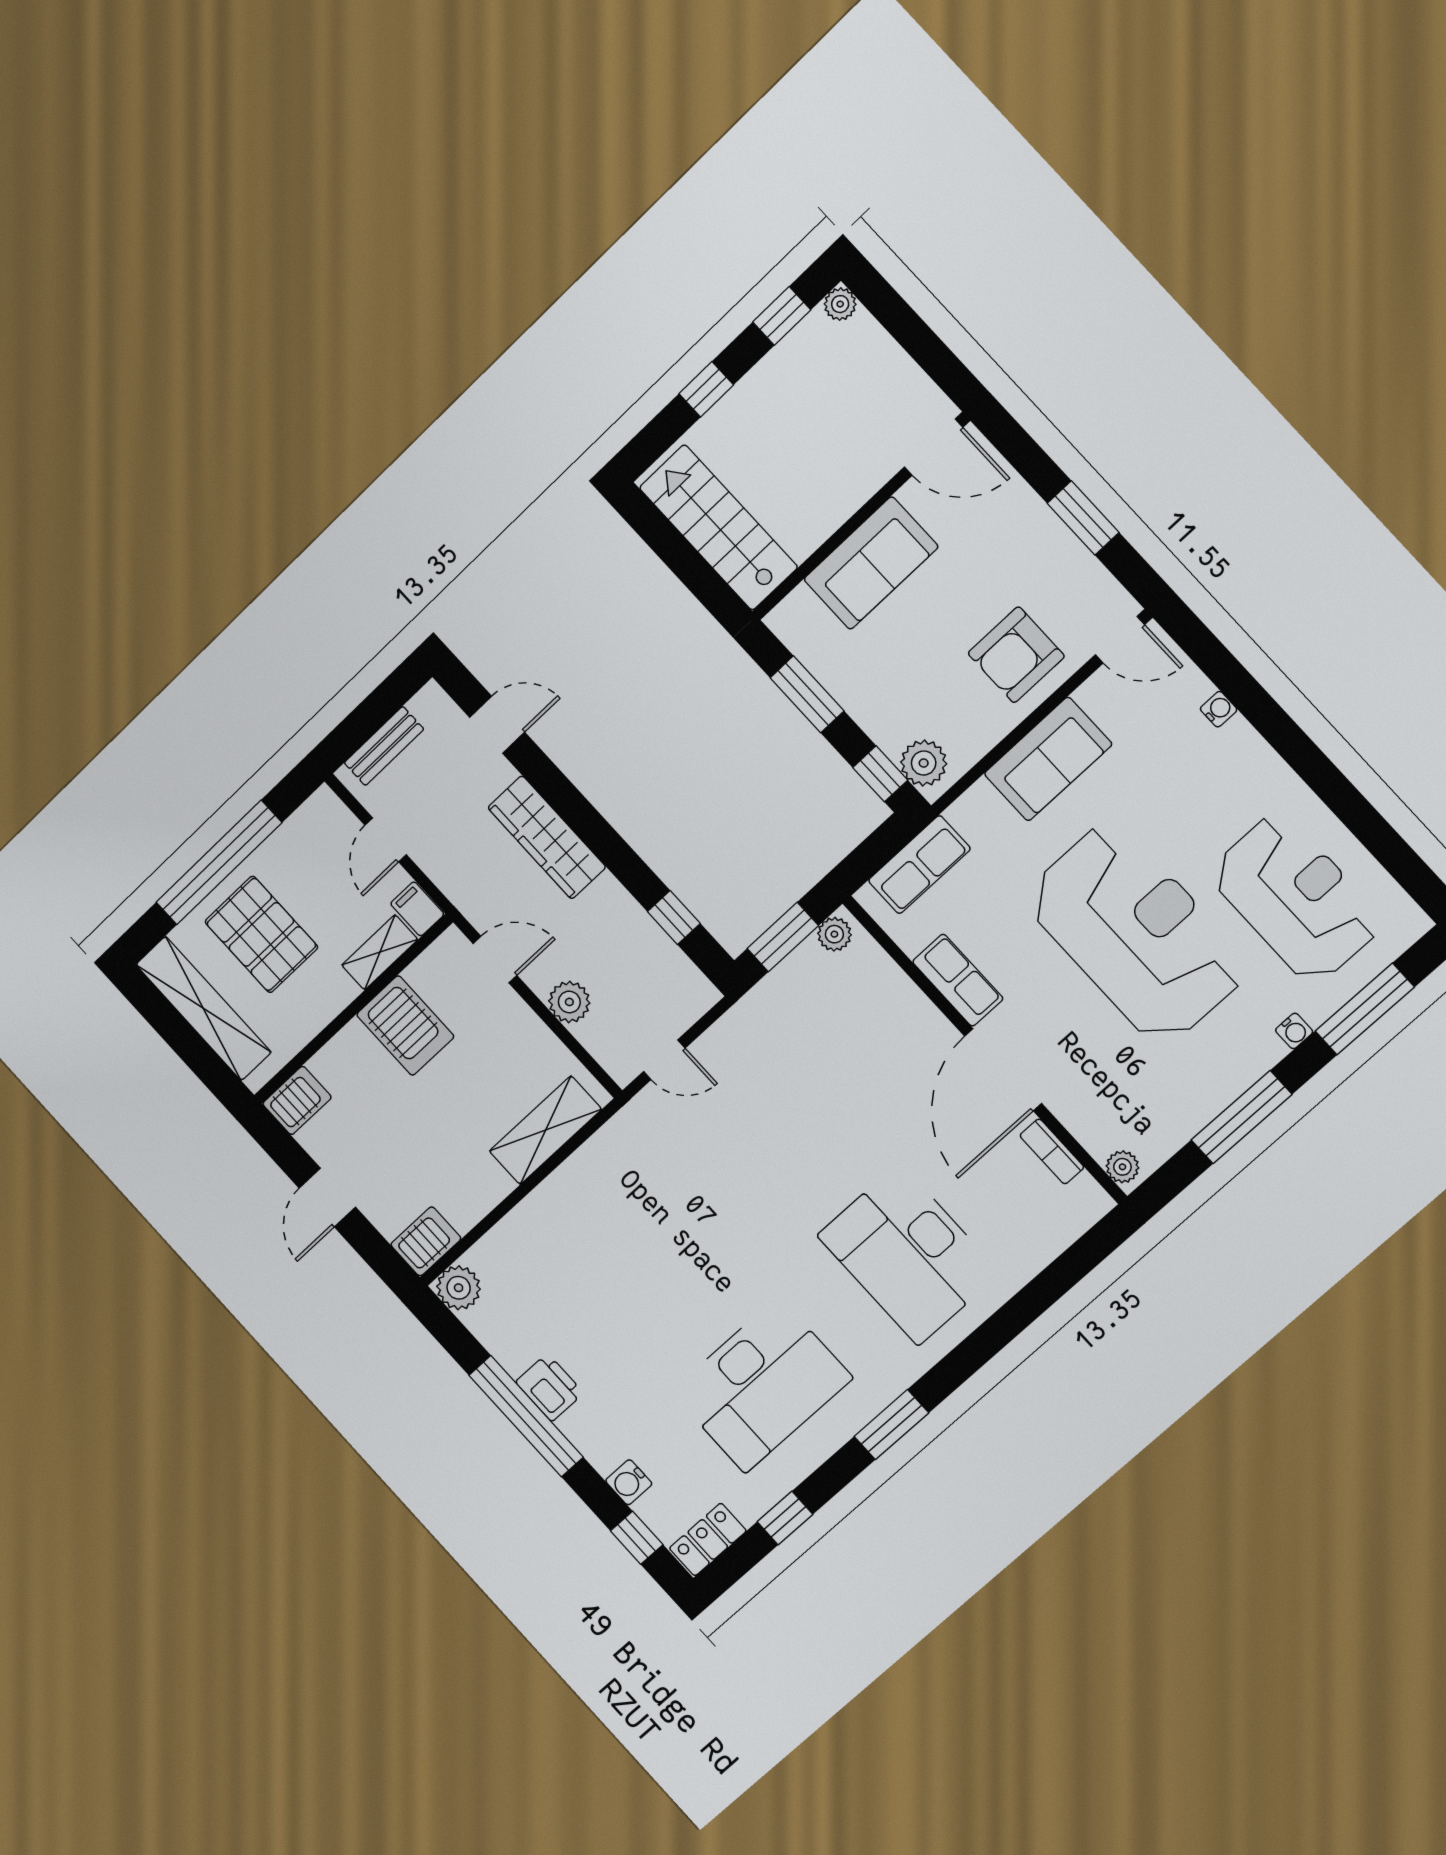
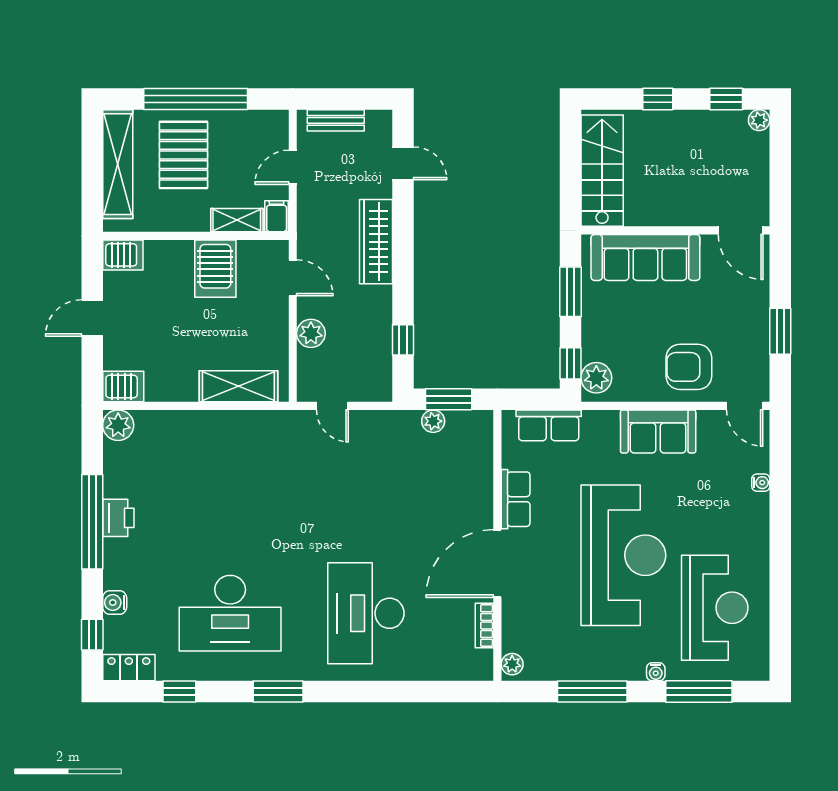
sofa: (871, 563) -> (645, 257), width x1.36
plant: (834, 934) -> (433, 421), moved

